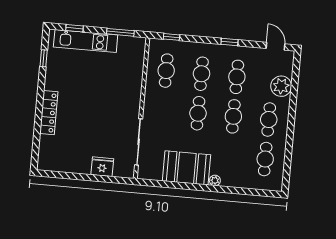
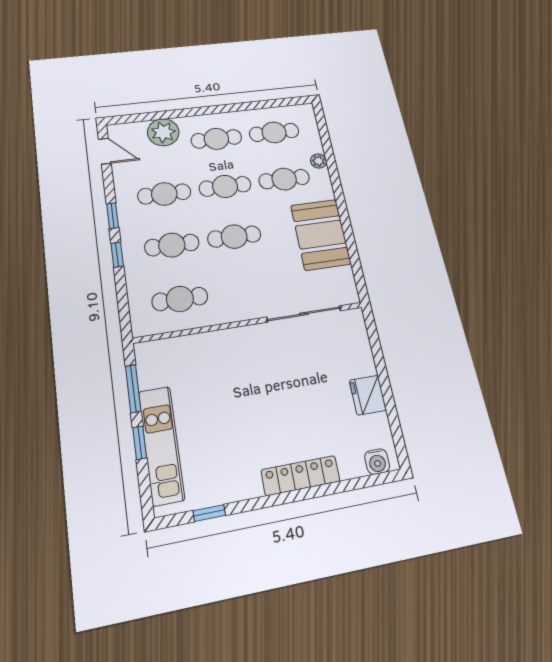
window: (75, 28) -> (140, 443), moved
window: (172, 37) -> (117, 255), moved
door: (275, 46) -> (105, 151), swing flipped
cafe table: (230, 156) -> (284, 179), added
water cooler: (44, 158) -> (377, 462), added
fridge: (102, 167) -> (368, 395), moved
plant: (215, 180) -> (319, 161), moved

